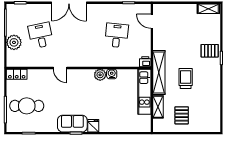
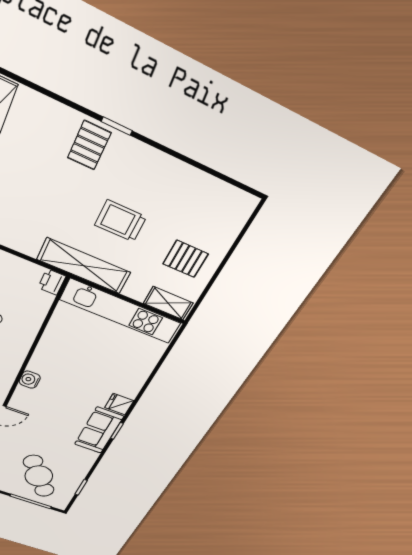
water cooler: (112, 74) -> (30, 380), moved
plant: (100, 75) -> (40, 363), removed
kitchen unit: (144, 92) -> (121, 312), width x1.36
cafe table: (27, 106) -> (39, 476), turned -40
shelving: (158, 107) -> (168, 303), moved

